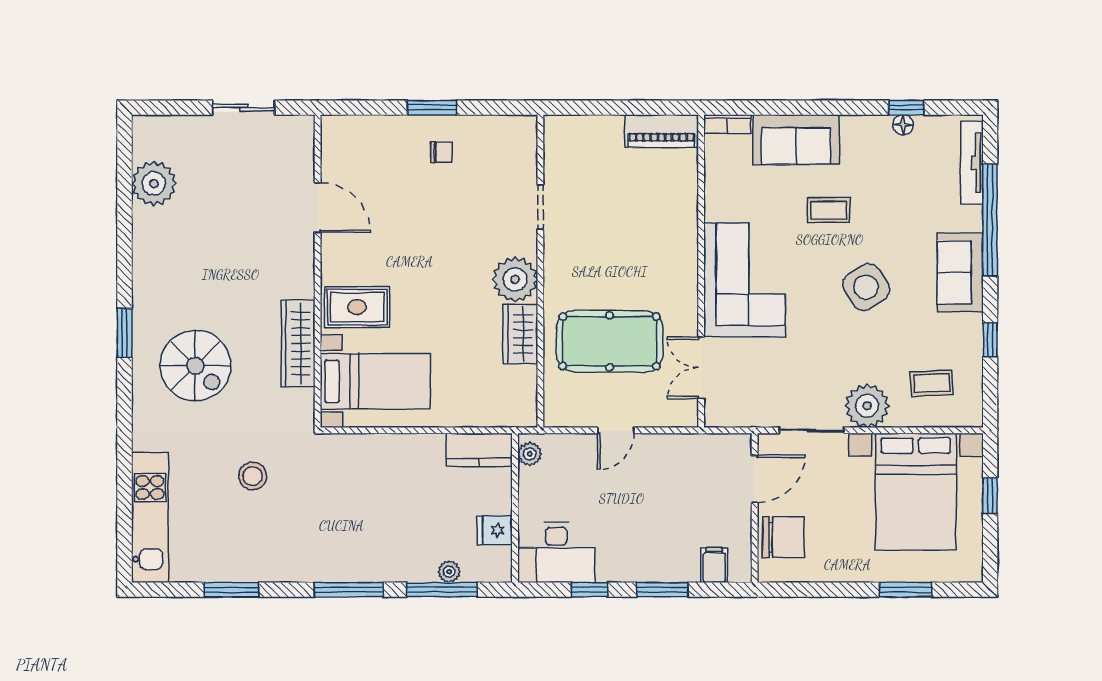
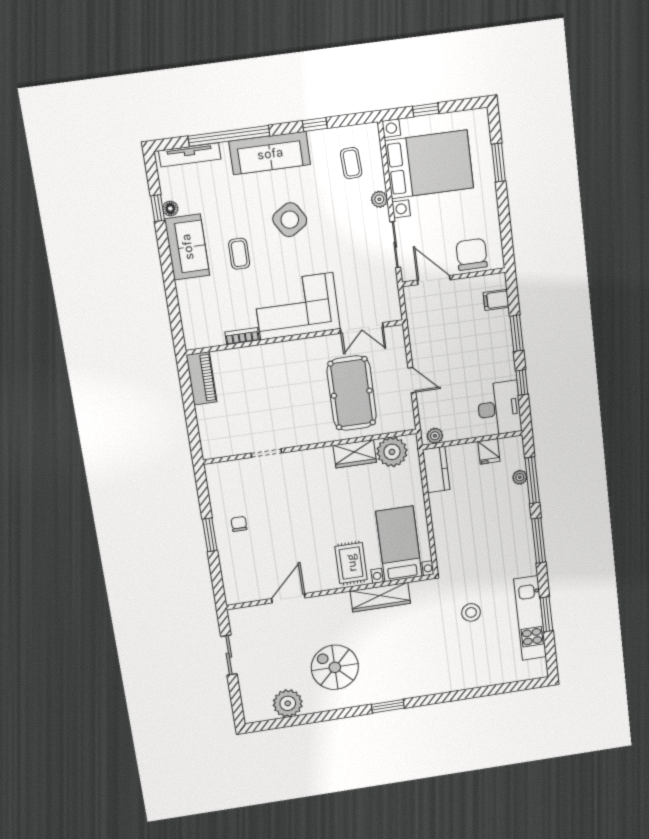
bookcase: (727, 124) -> (242, 336), moved, turned -90
sofa: (796, 140) -> (187, 247), moved
sofa: (960, 272) -> (270, 153), width x1.36
plant: (515, 279) -> (392, 452), moved
spiral stairs: (195, 366) -> (335, 667), moved, turned -90
plant: (867, 406) -> (379, 199), width x0.53, depth x0.53
kitchen unit: (150, 517) -> (530, 618), moved, turned -90

